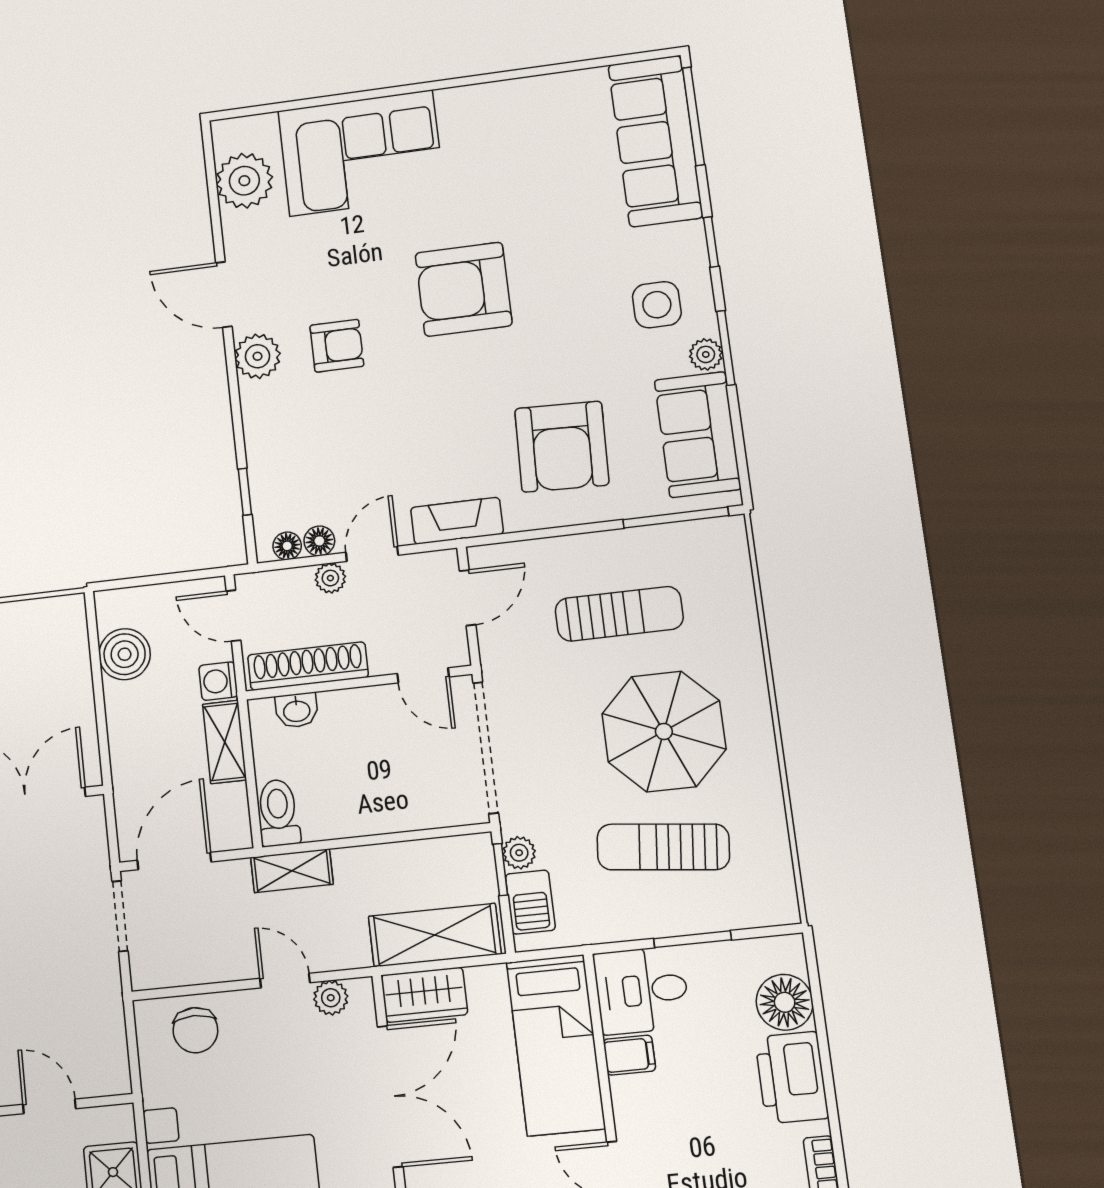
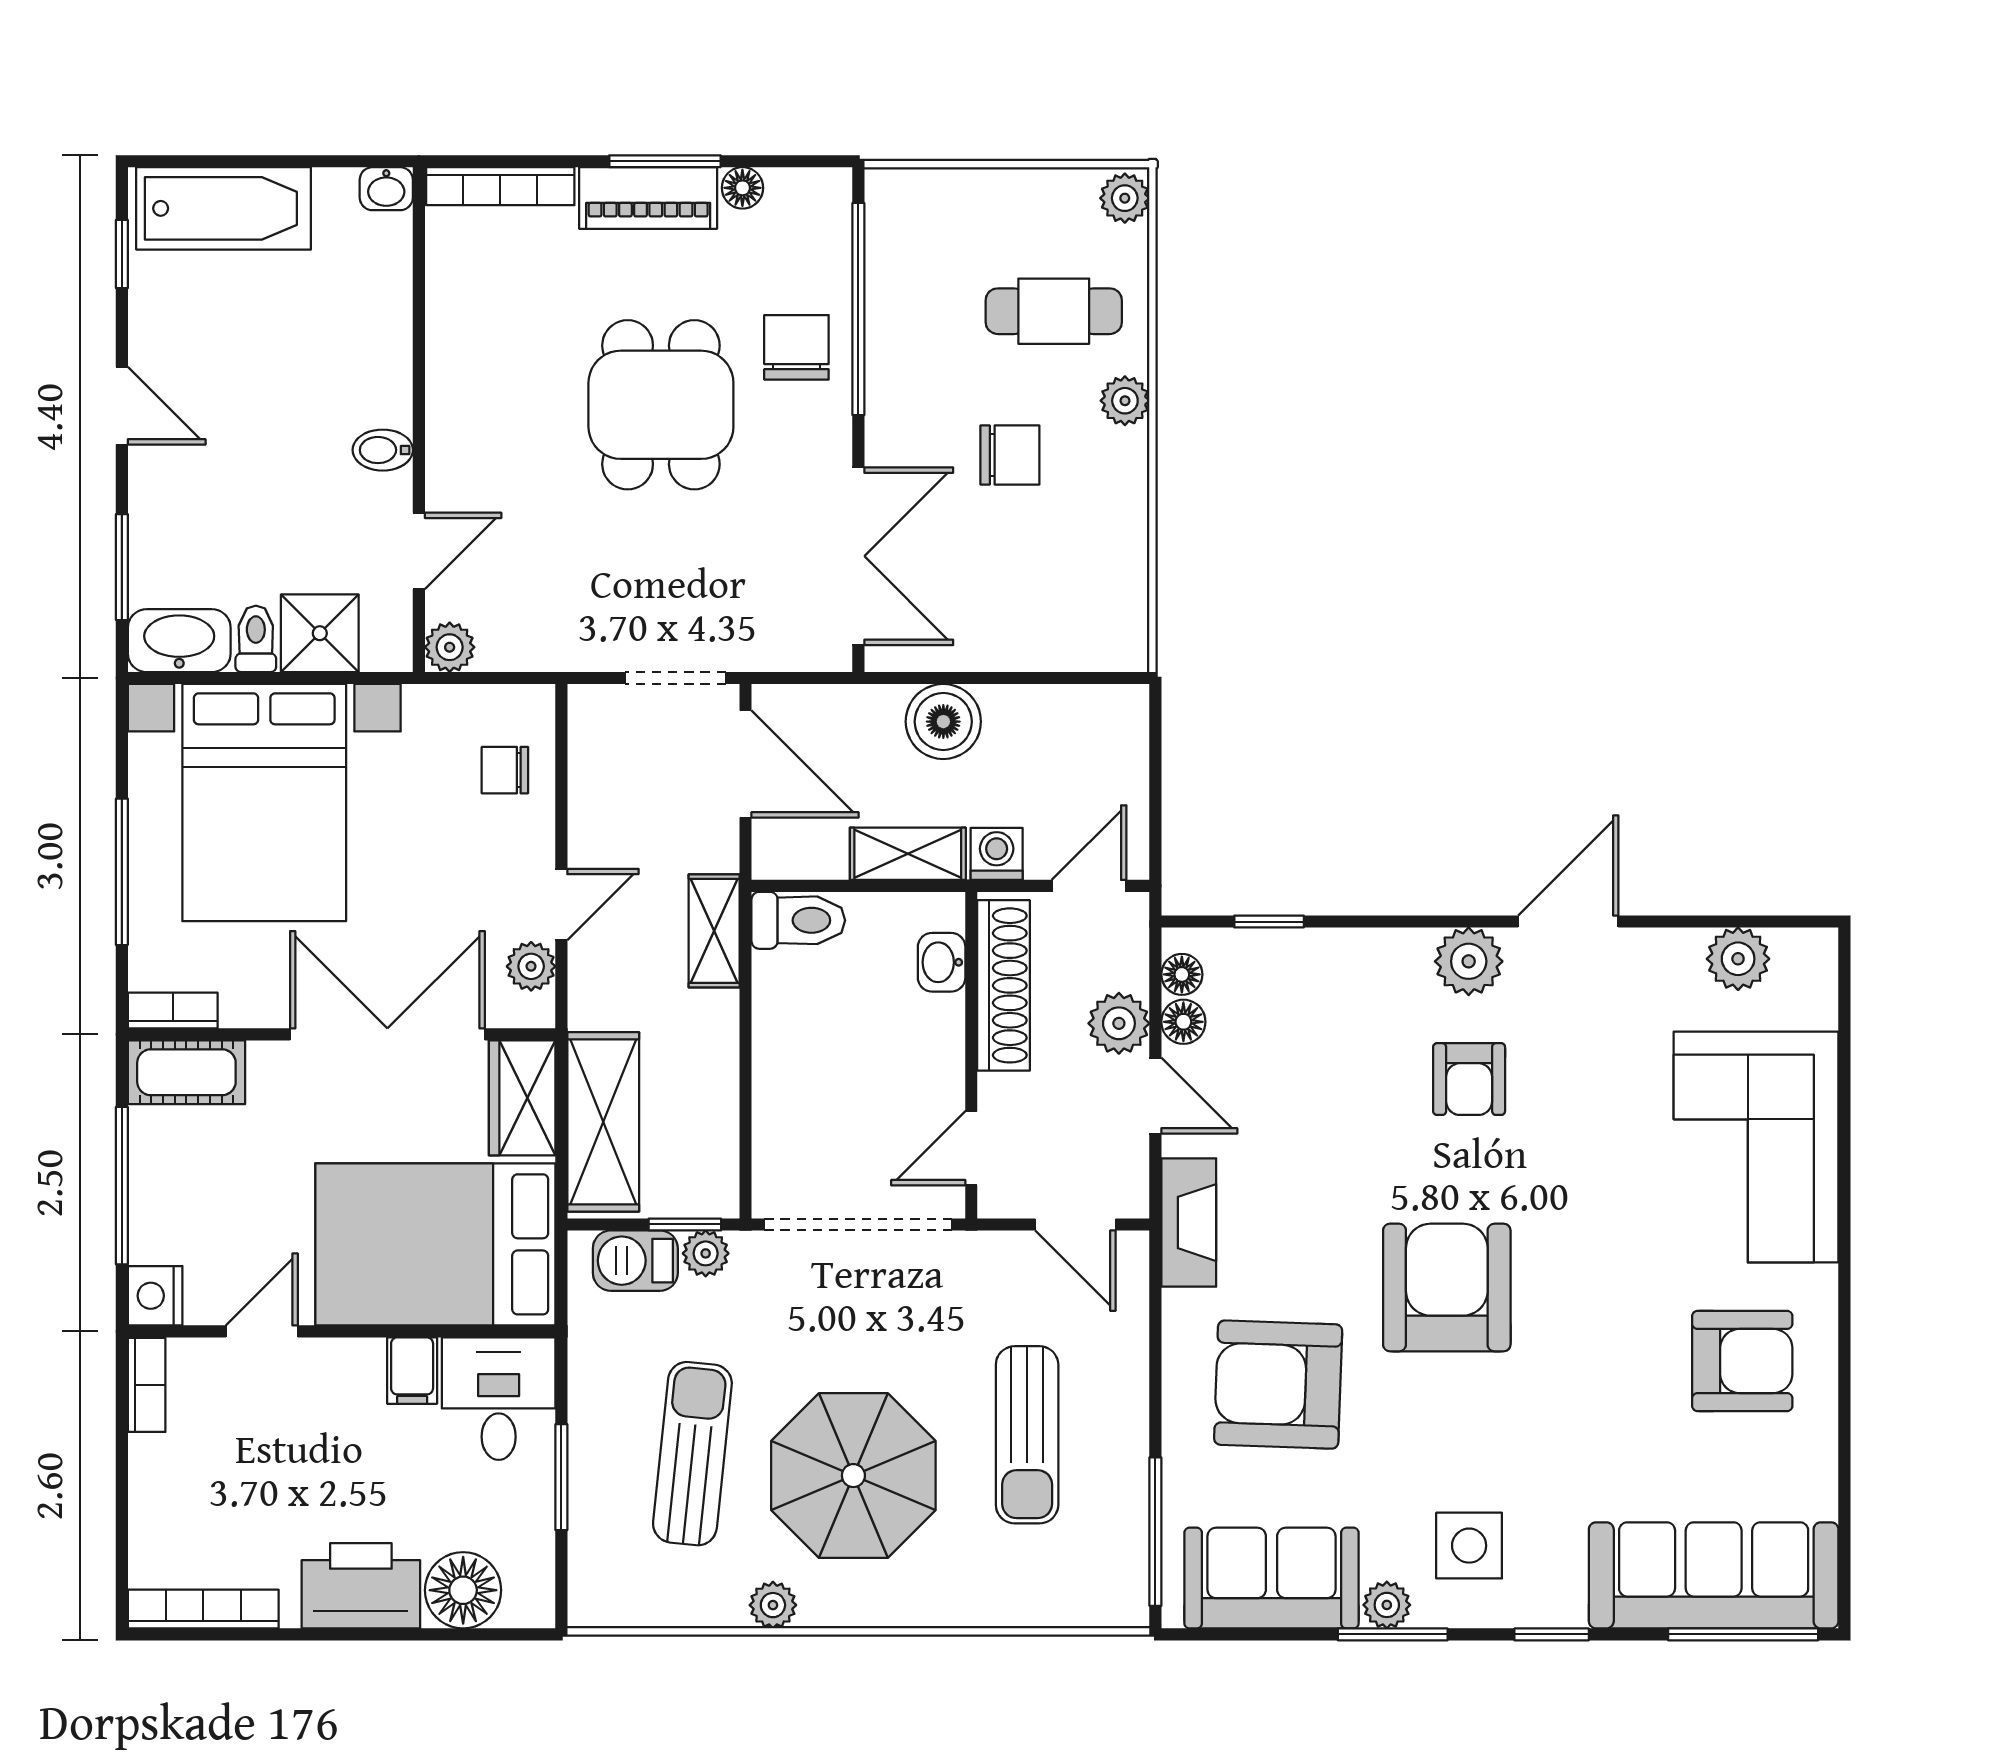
armchair: (506, 142) -> (1742, 1361), added
plant: (244, 181) -> (1738, 959), width x0.73, depth x0.73
armchair: (464, 289) -> (1447, 1288), moved
plant: (330, 578) -> (1119, 1023), width x1.38, depth x1.38
boiler: (125, 654) -> (943, 722), moved
plant: (765, 778) -> (773, 1605), added
chair: (195, 1030) -> (505, 770), width x0.73, depth x0.73
bed: (556, 1045) -> (435, 1244), width x1.50
plant: (114, 1078) -> (450, 647), added
double door: (390, 1096) -> (387, 1034), swing flipped

